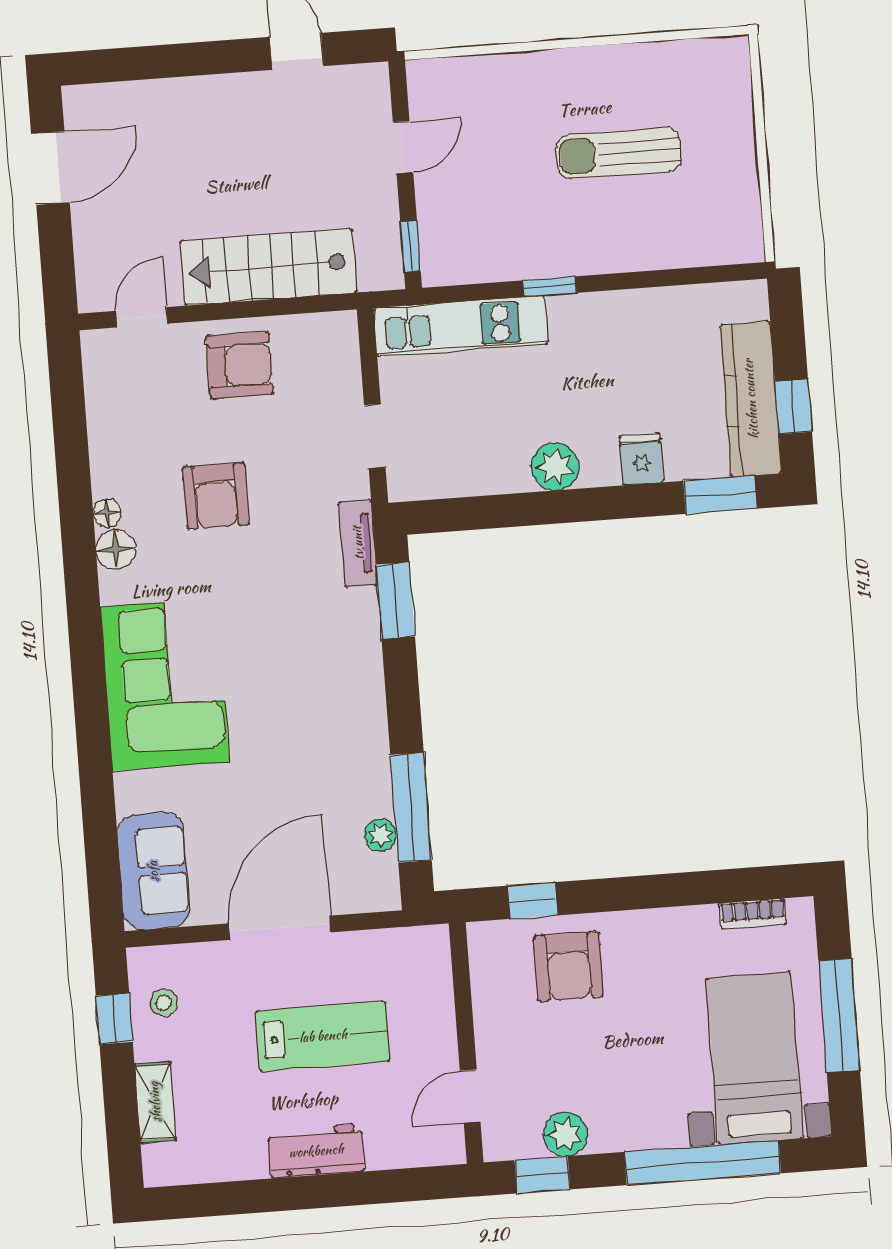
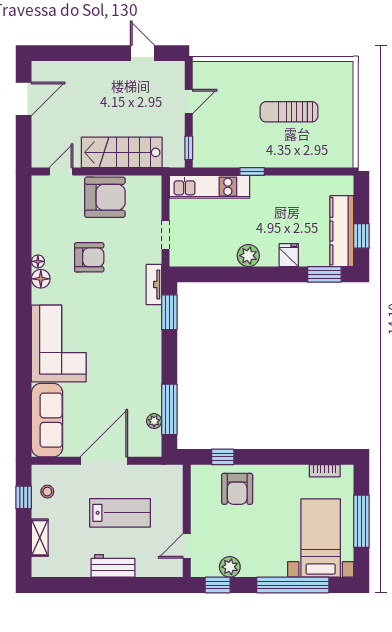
armchair: (240, 365) -> (105, 197), width x1.36, depth x1.36
armchair: (216, 496) -> (89, 257), turned -90
sofa: (153, 871) -> (47, 420), width x1.36

